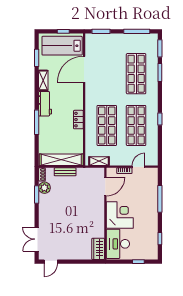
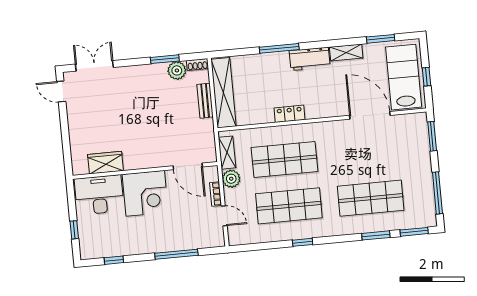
plant: (116, 160) -> (231, 179), added
wardrobe: (98, 249) -> (106, 163), moved

